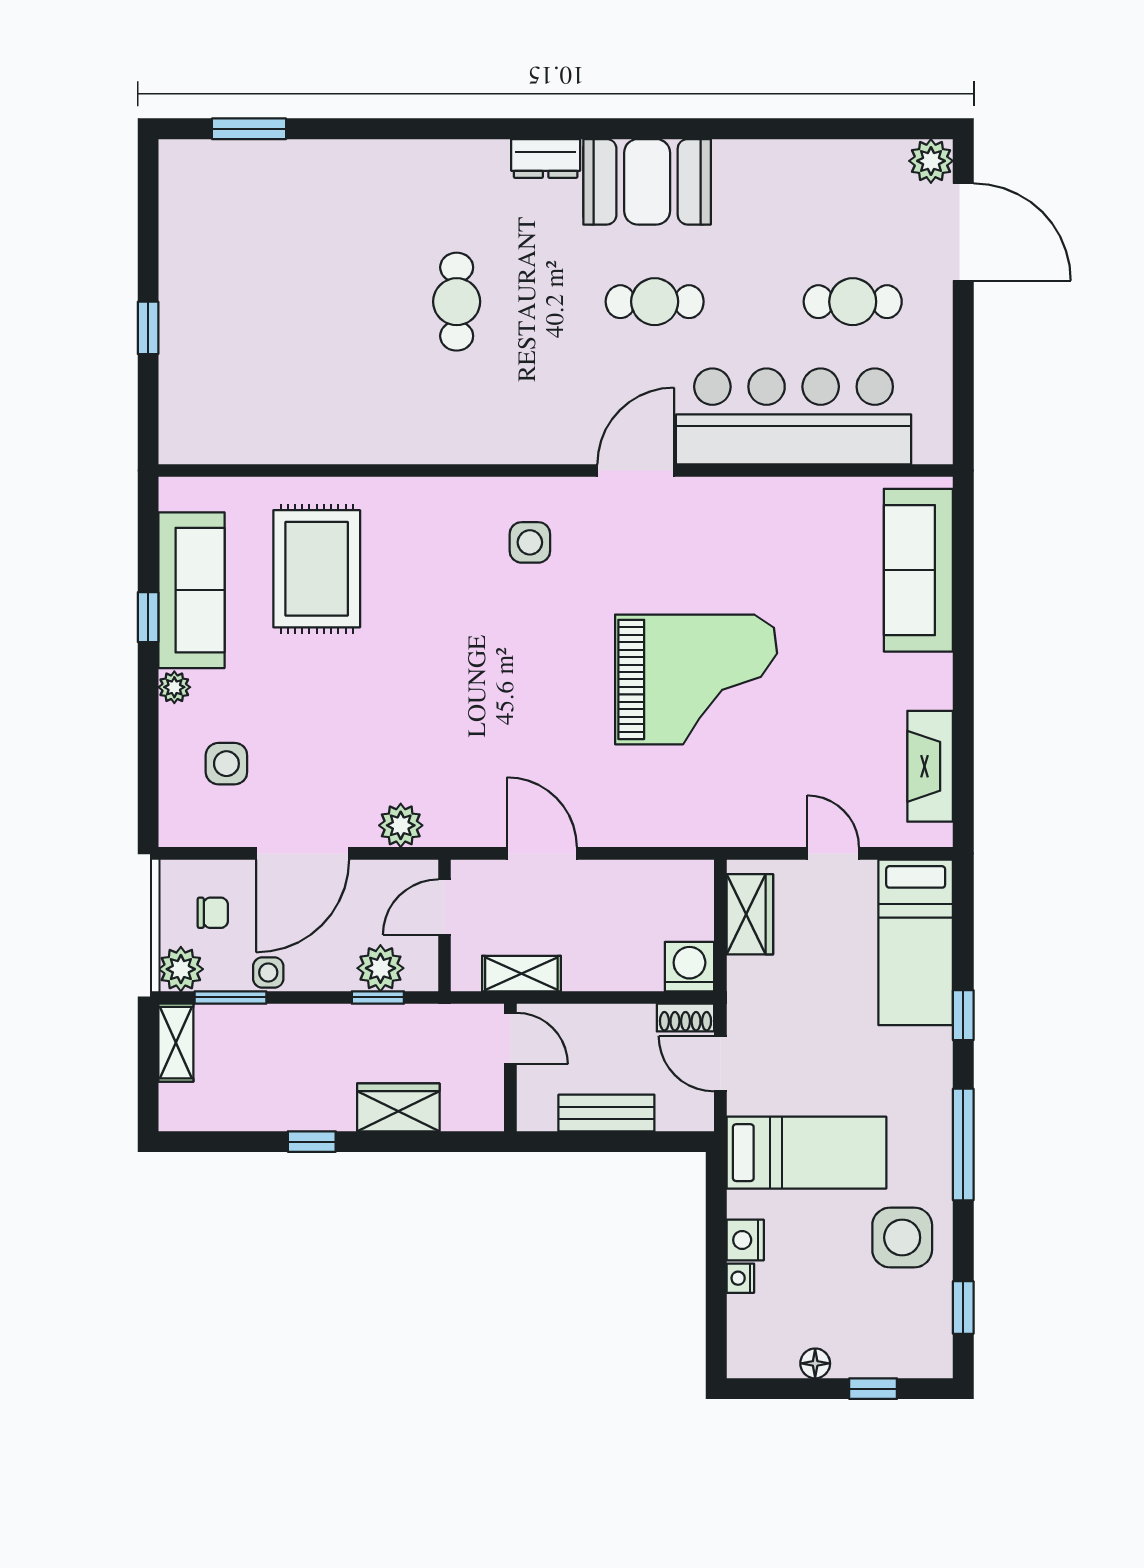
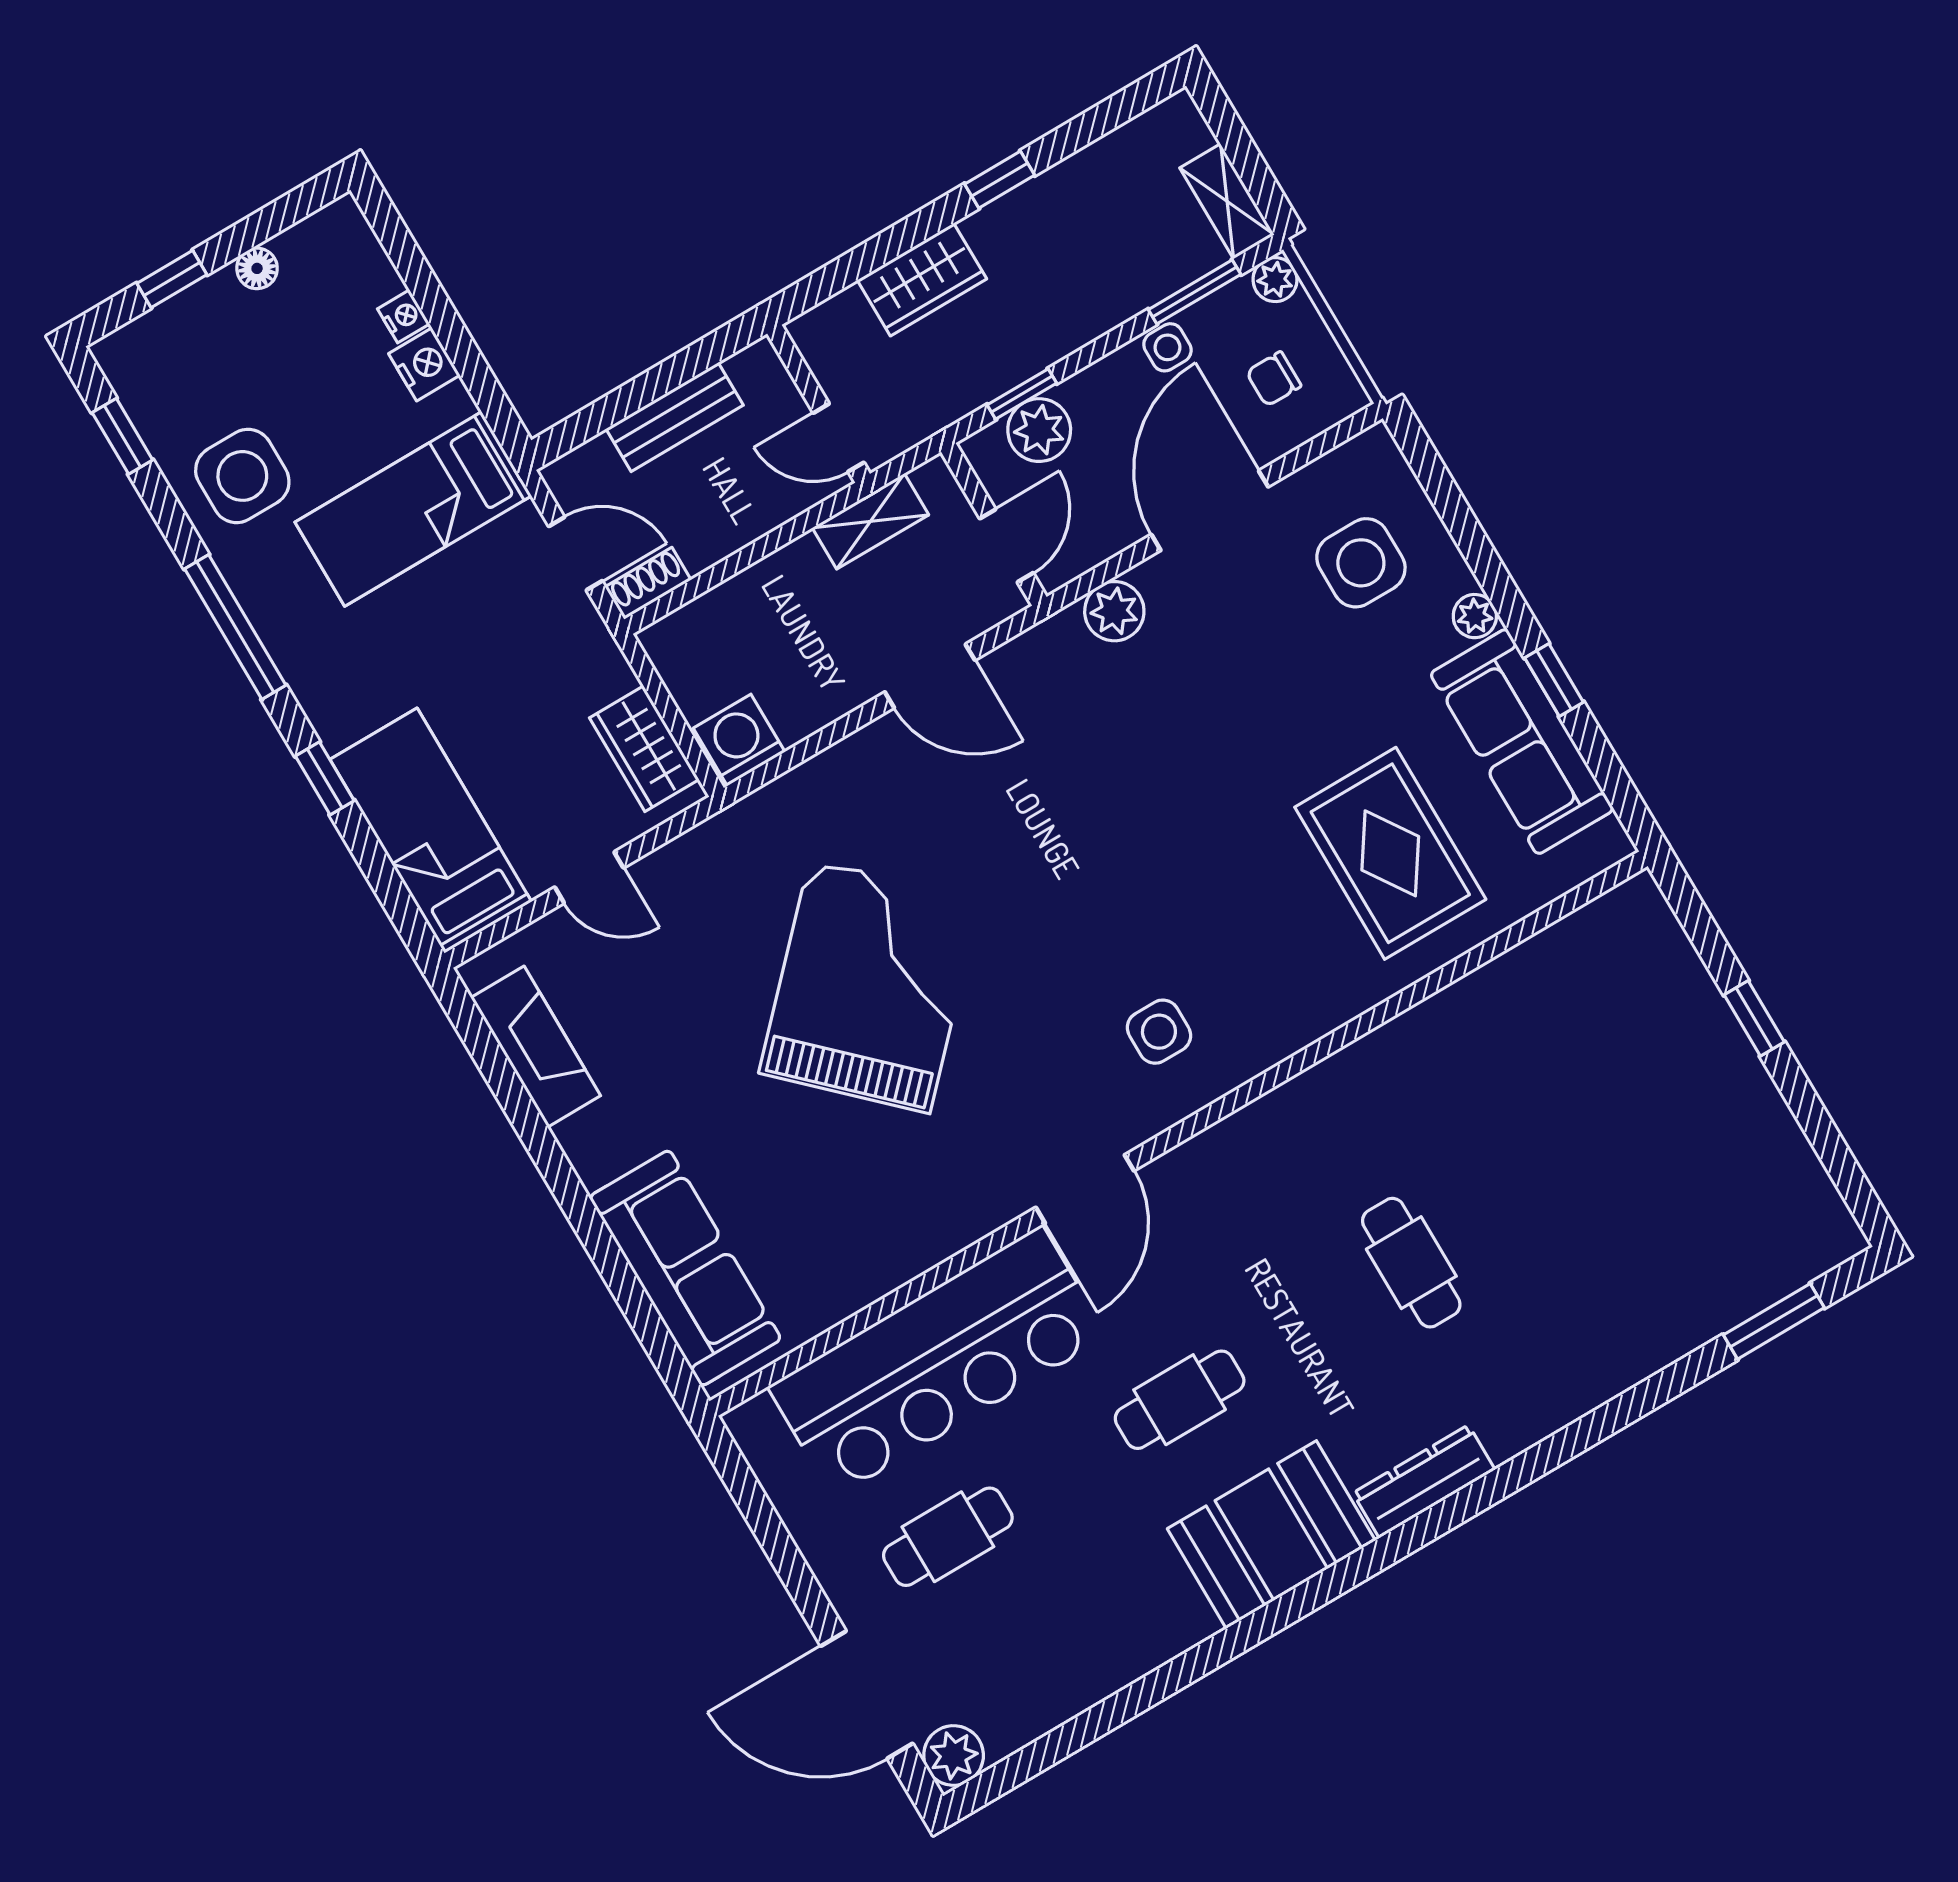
dresser: (546, 158) -> (1424, 1481), width x1.44
grand piano: (696, 679) -> (870, 986), turned 134
side table: (226, 764) -> (1361, 563), width x1.37, depth x1.37
washing machine: (689, 967) -> (739, 740), moved, turned 180
plant: (181, 969) -> (1275, 280), width x0.73, depth x0.73

